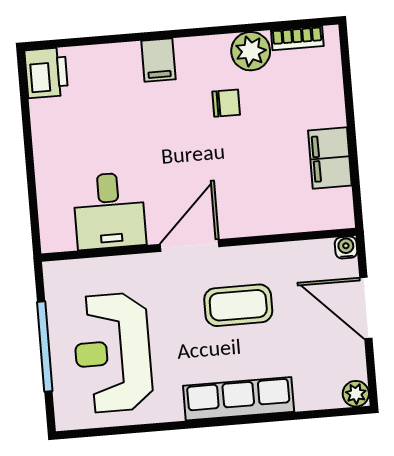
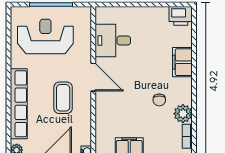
filing cabinet: (158, 60) -> (182, 62), width x2.00
row of seats: (239, 399) -> (19, 104), width x1.36

